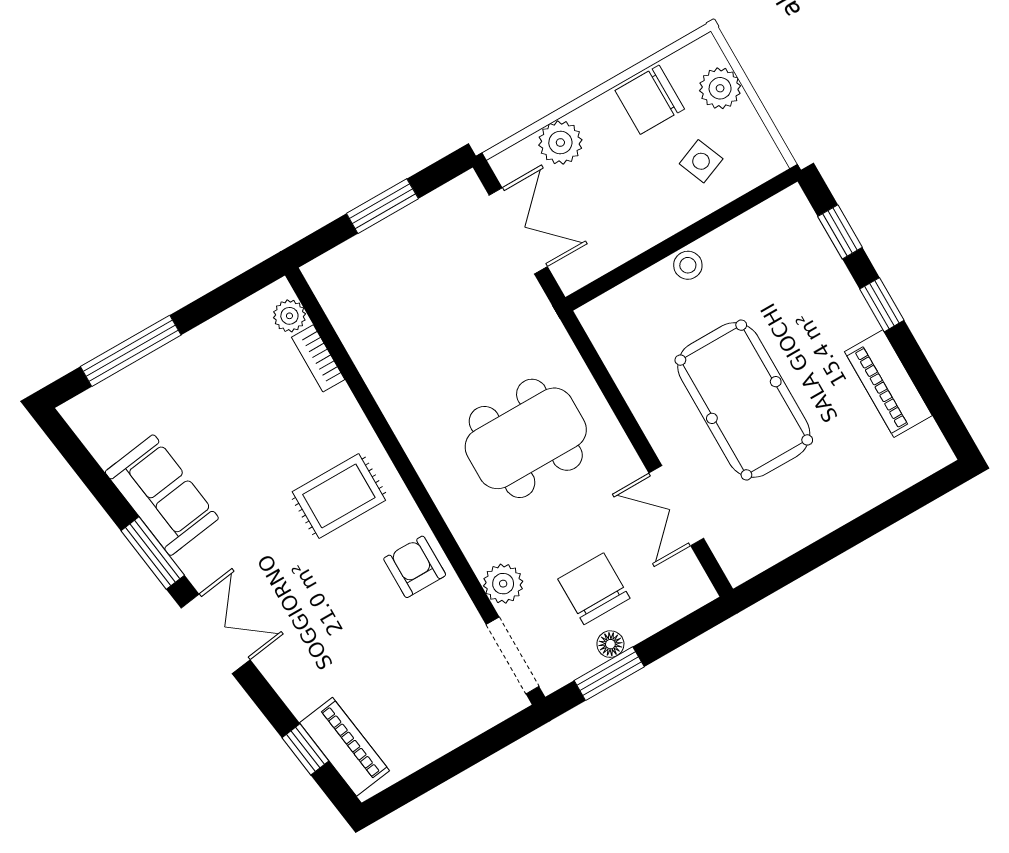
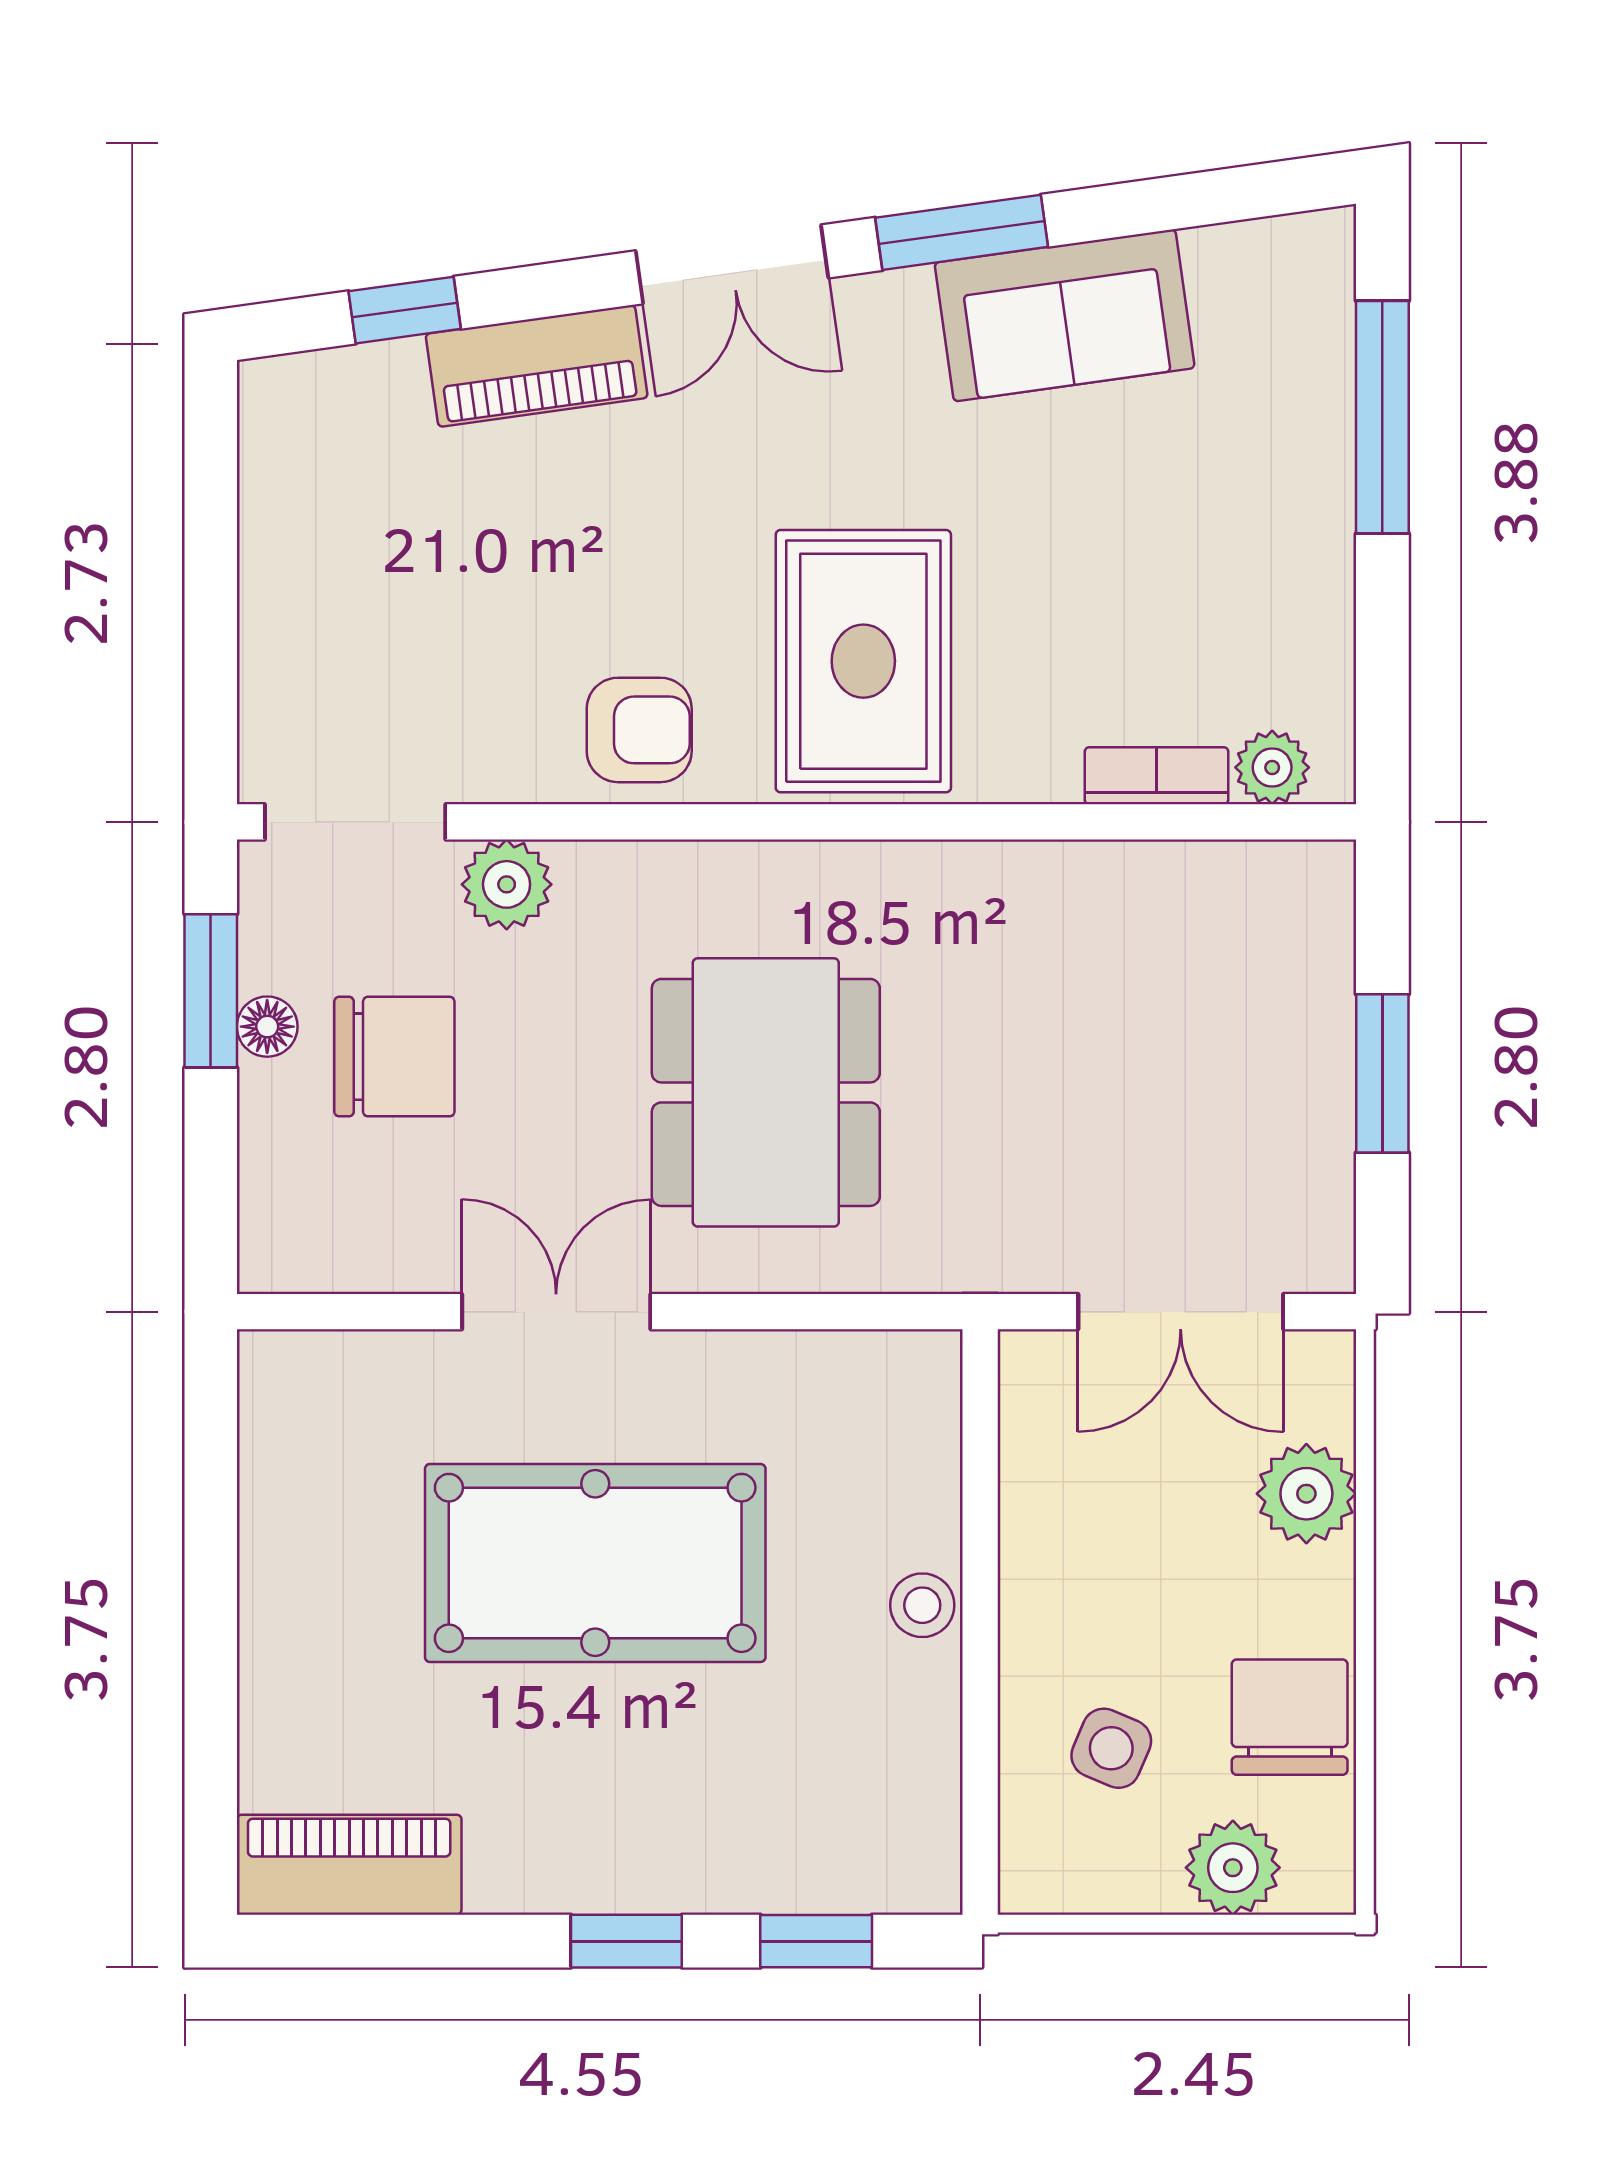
side table: (701, 161) -> (1111, 1748), turned 45
piano: (888, 384) -> (349, 1865), moved
rug: (339, 496) -> (863, 661), width x1.36, depth x1.43
double door: (676, 506) -> (556, 1312), moved
piano: (344, 747) -> (537, 366), moved

